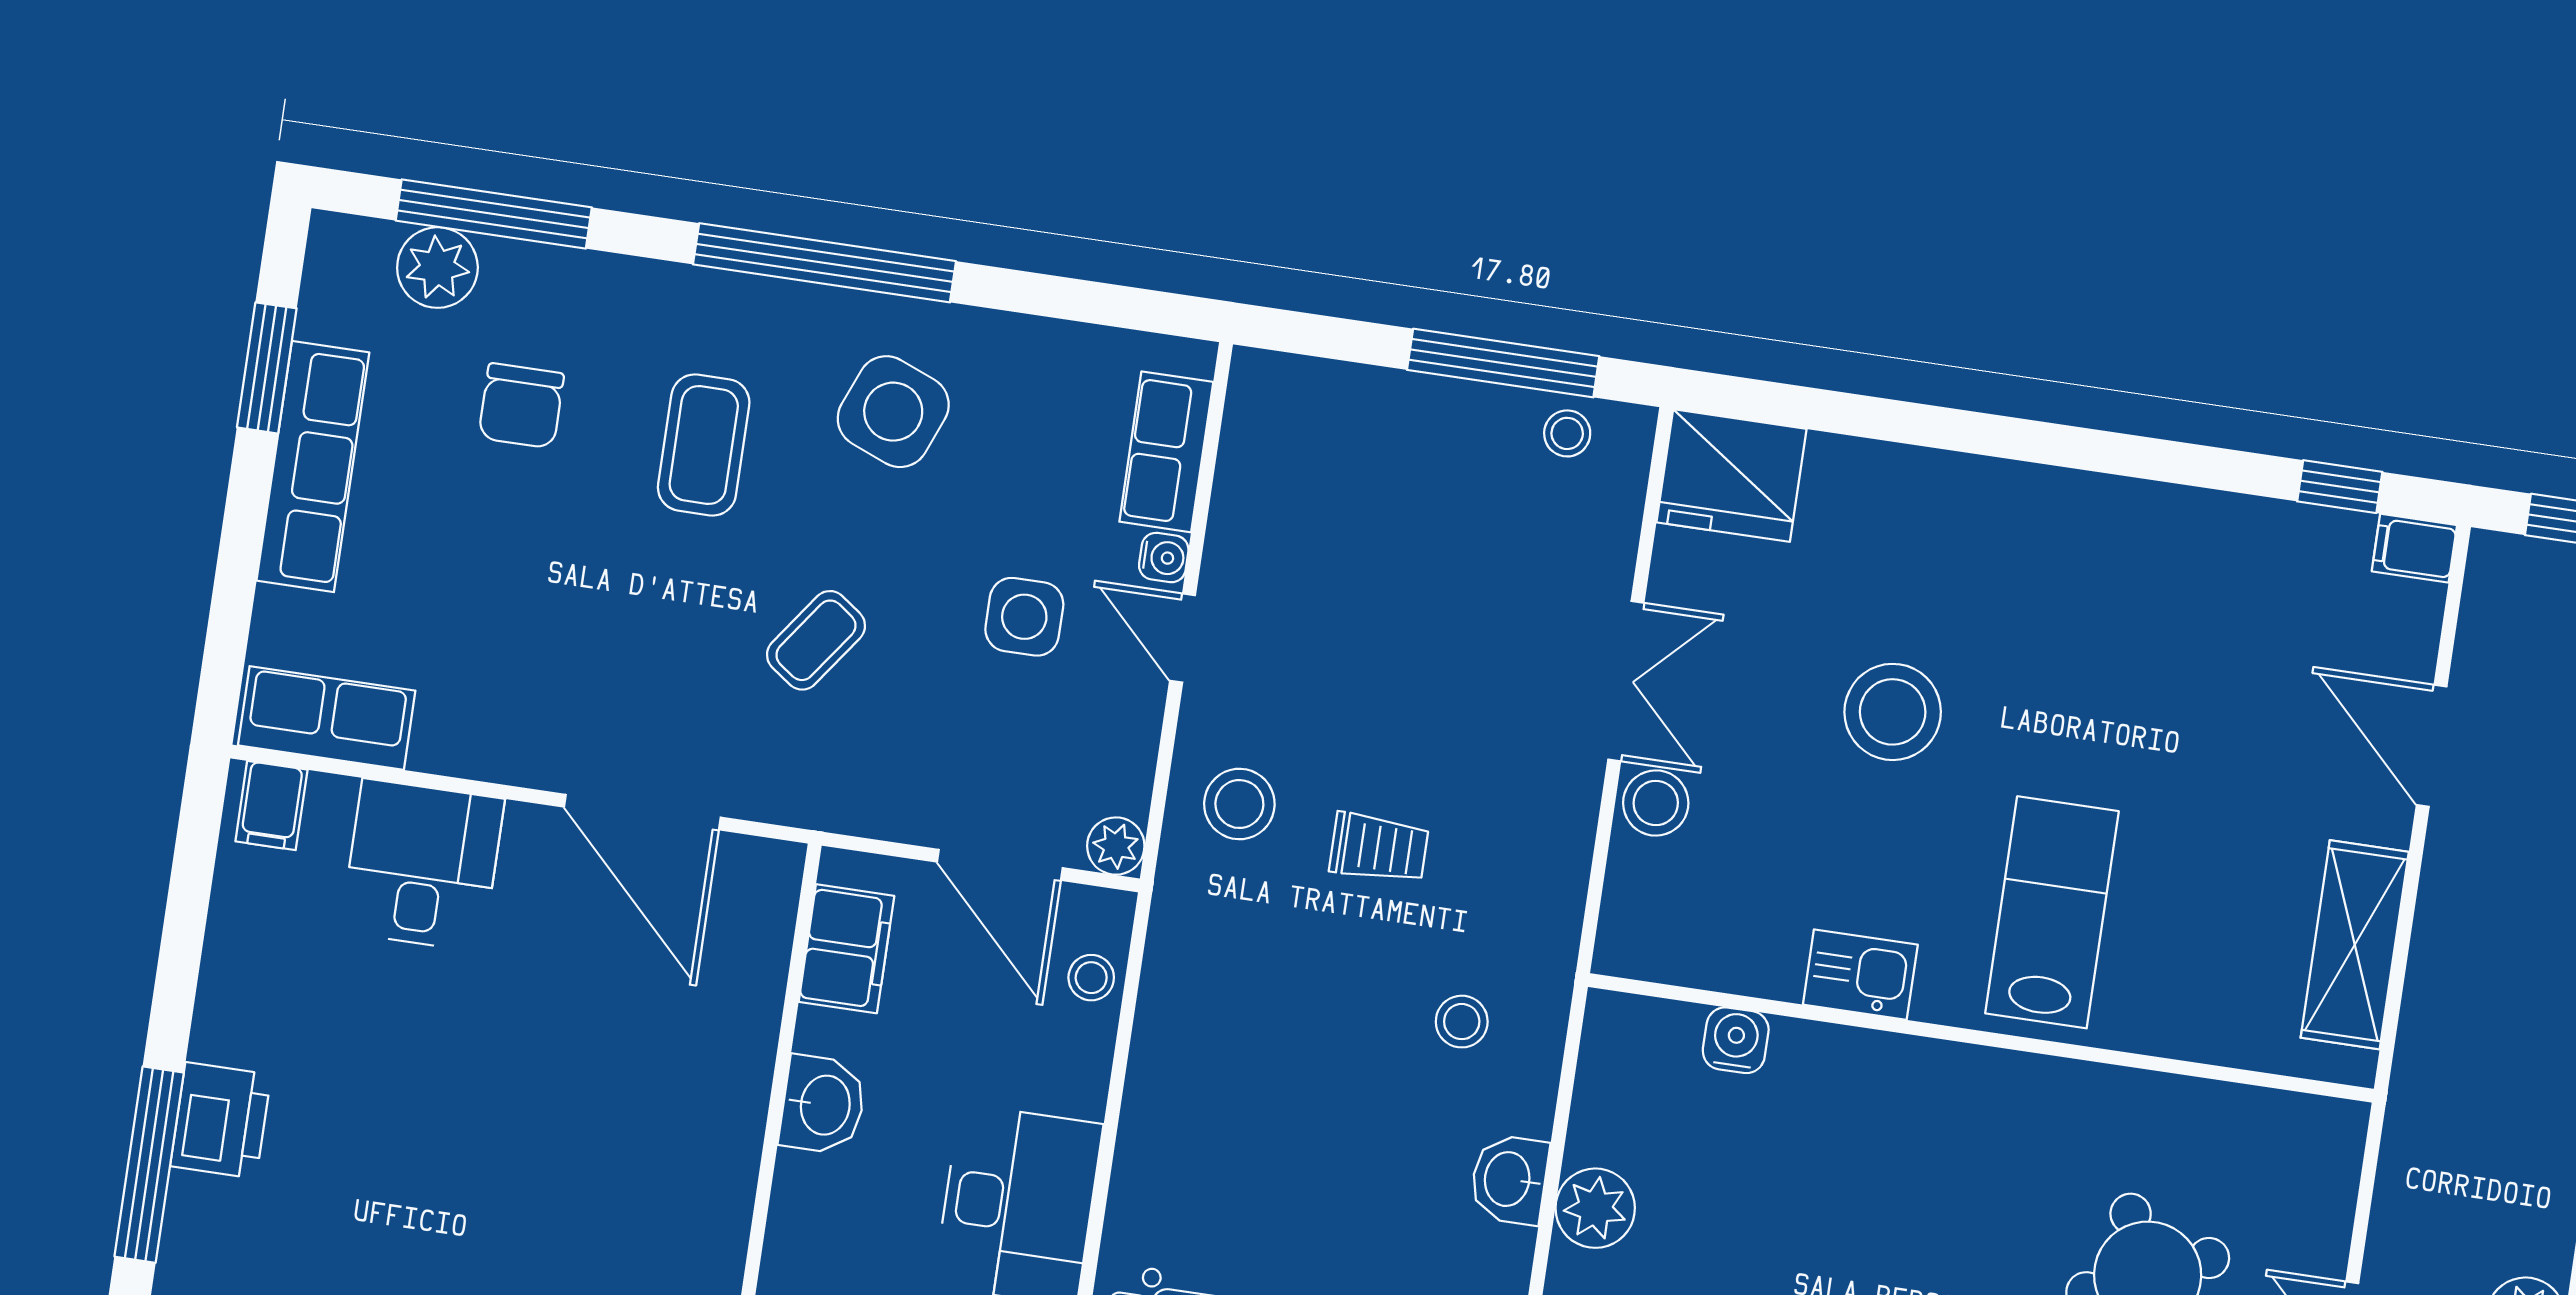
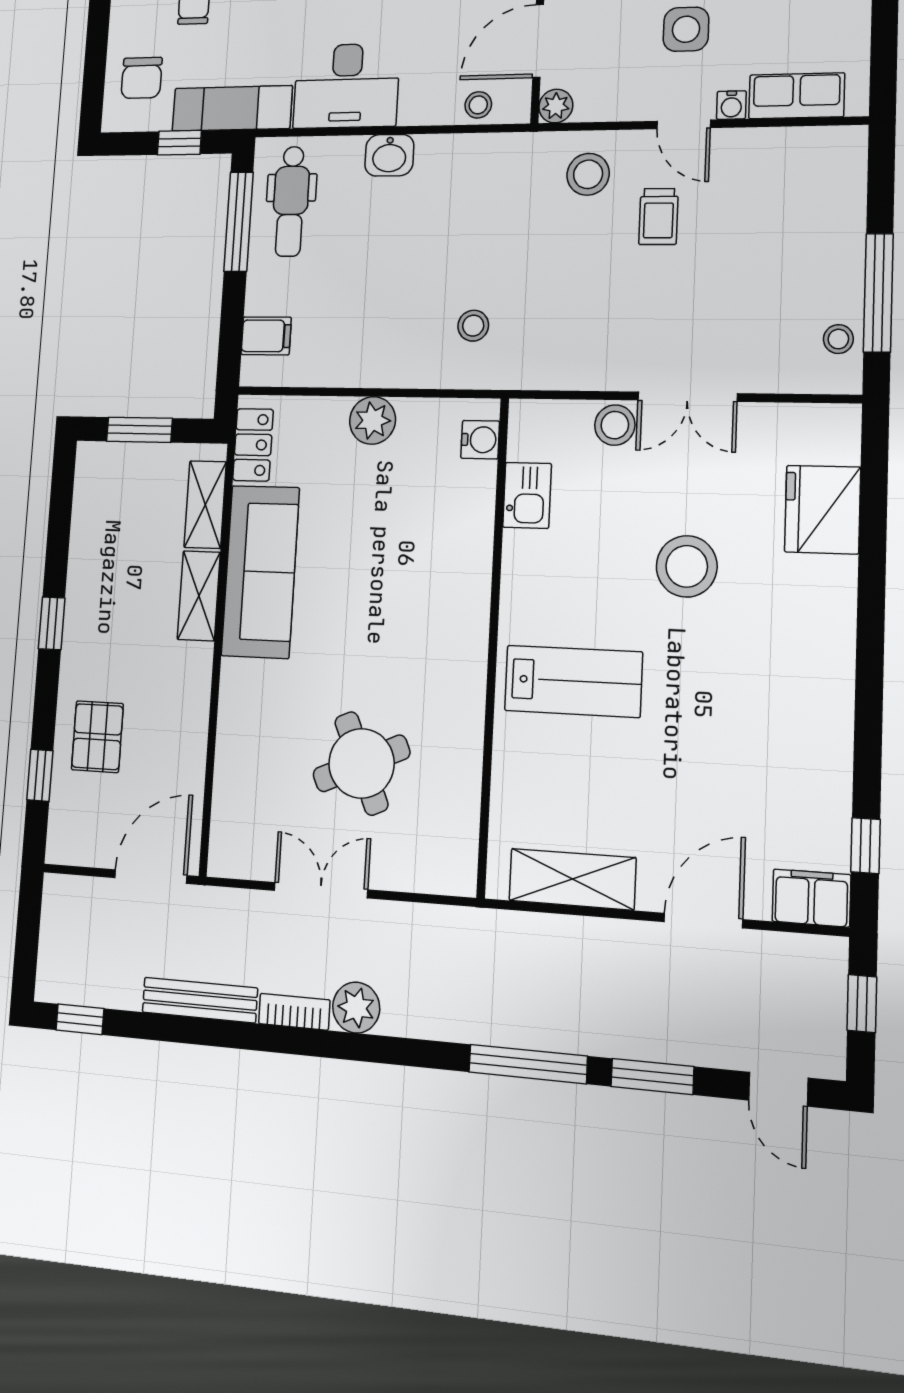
fridge: (1731, 476) -> (822, 510), moved
filing cabinet: (2414, 548) -> (811, 898), width x2.00
door: (1183, 638) -> (684, 124), swing flipped
trolley: (1379, 848) -> (659, 217), moved
kitchen sink: (1860, 975) -> (527, 495), moved
water cooler: (1736, 1040) -> (480, 440), moved
washbasin: (1509, 1179) -> (389, 155), moved, turned 180

